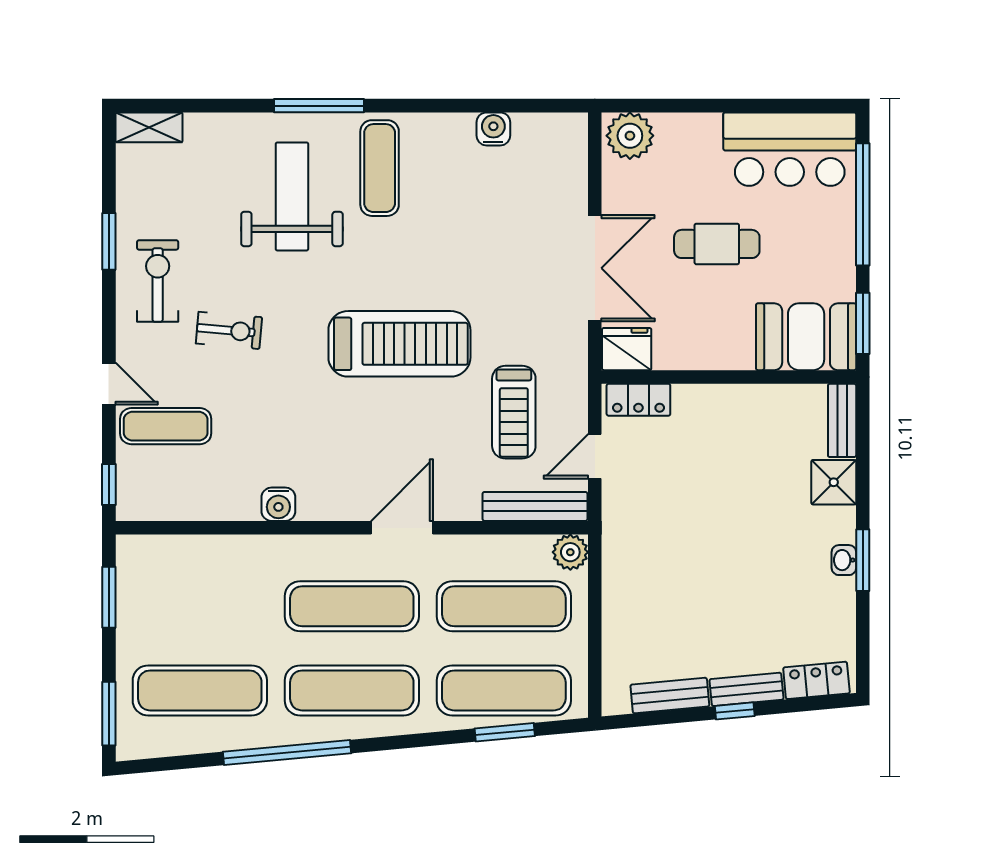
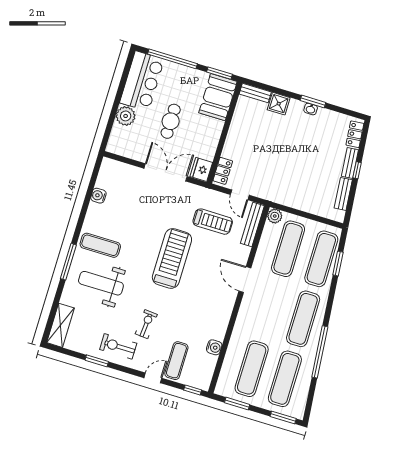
shelving: (149, 127) -> (61, 325), width x1.50, depth x1.33
plant: (630, 136) -> (126, 116), moved
water cooler: (278, 504) -> (214, 347), moved
exercise mat: (352, 606) -> (252, 369), moved

